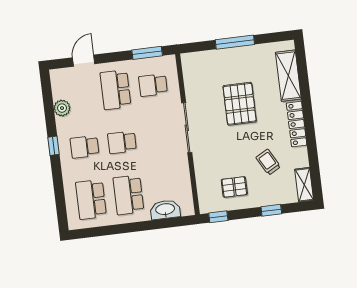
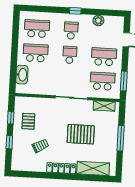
school desk: (153, 85) -> (103, 81), width x1.85
shelving: (304, 185) -> (104, 106), moved
window: (218, 217) -> (11, 118), moved

